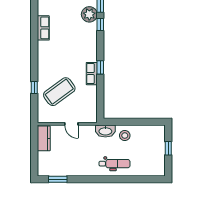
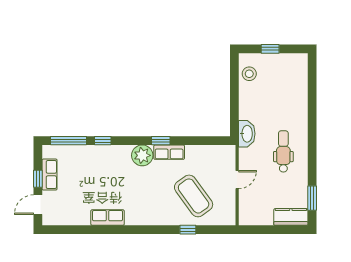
plant: (89, 14) -> (142, 155), moved
stool: (125, 136) -> (249, 74), moved
kitchen counter: (44, 138) -> (291, 217), moved
dental chair: (115, 164) -> (283, 151), moved

